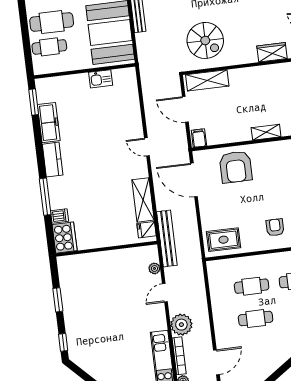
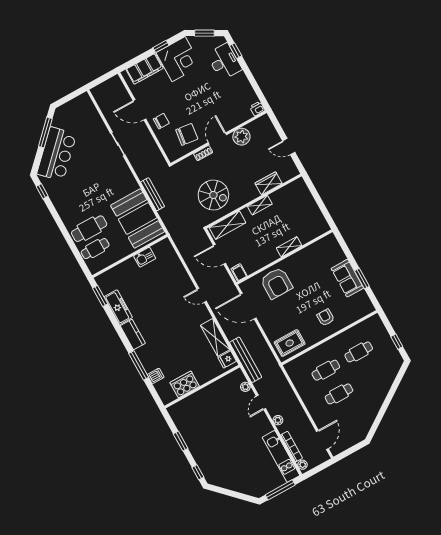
shelving: (252, 73) -> (260, 205), added
cooker: (65, 238) -> (185, 384), moved, turned -90
plant: (181, 325) -> (278, 420), width x0.53, depth x0.53

